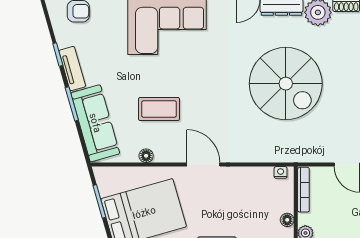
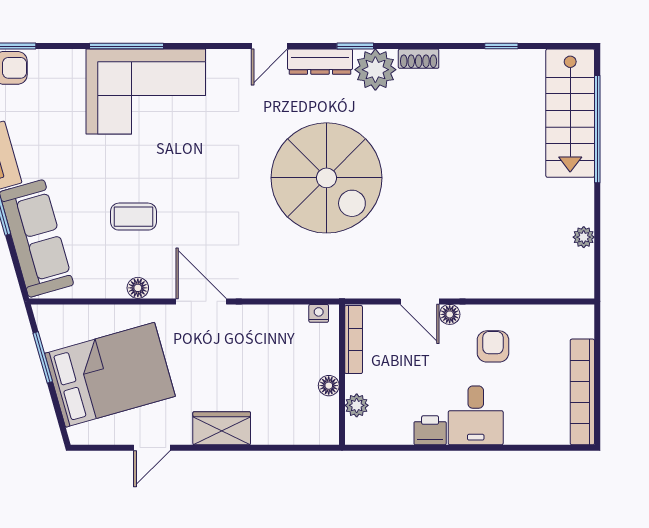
coffee table: (159, 109) -> (133, 217), width x0.73, depth x0.77
floor lamp: (146, 156) -> (138, 288), moved

